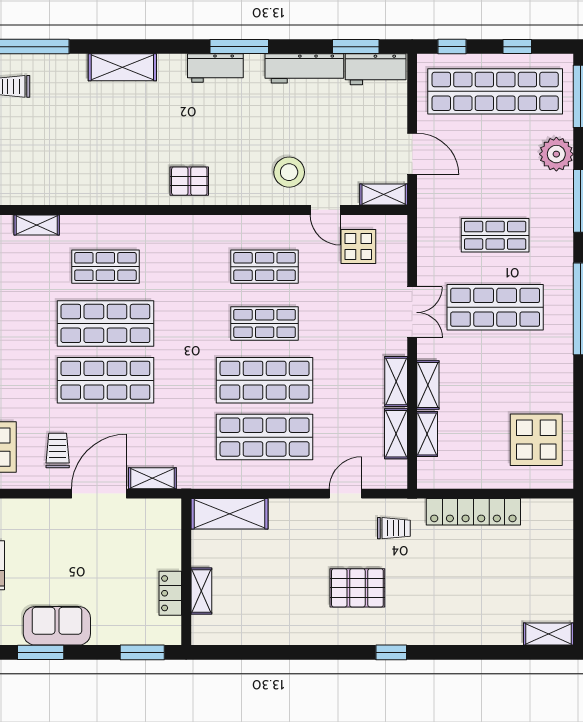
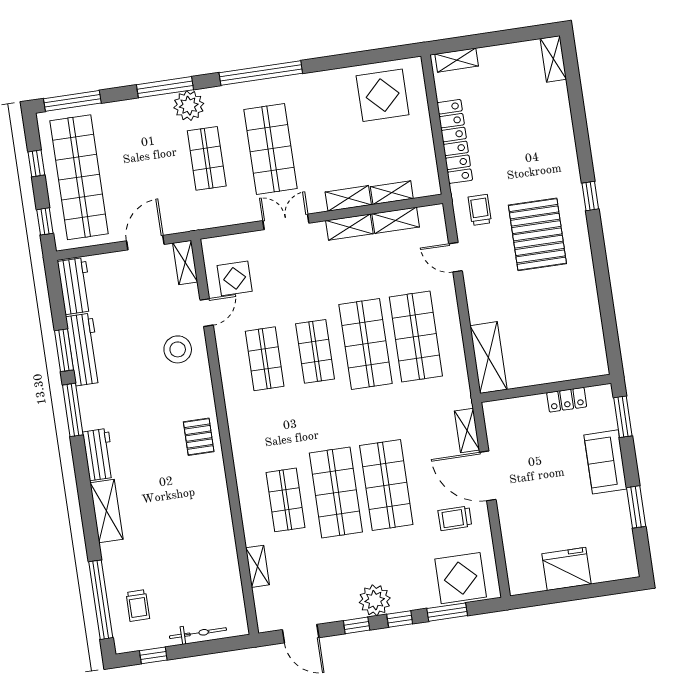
window: (356, 47) -> (64, 350), moved
workbench: (215, 68) -> (99, 455), moved
plant: (556, 154) -> (189, 106), moved
pallet: (357, 588) -> (537, 234), width x1.37, depth x1.41
shelving: (201, 591) -> (457, 60), moved
sofa: (57, 626) -> (605, 462), moved

